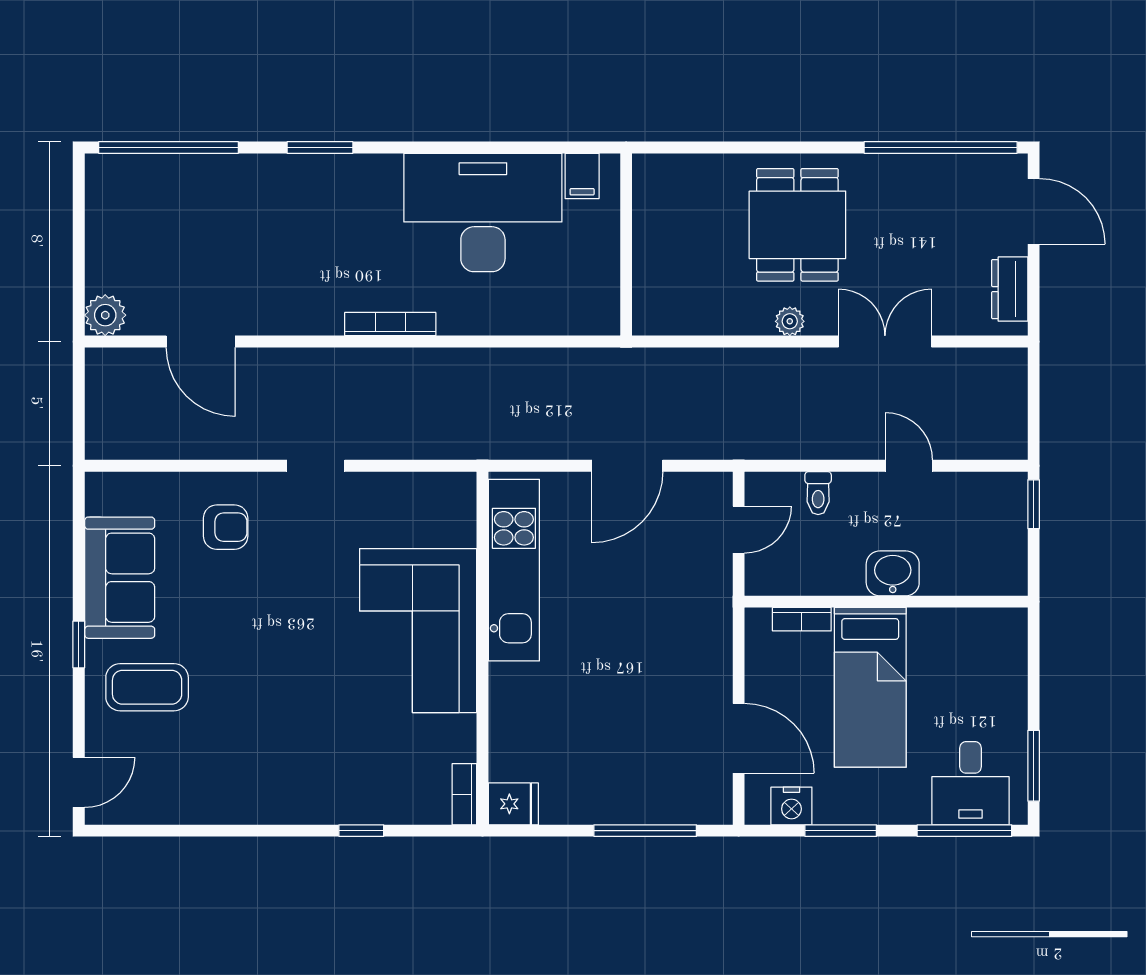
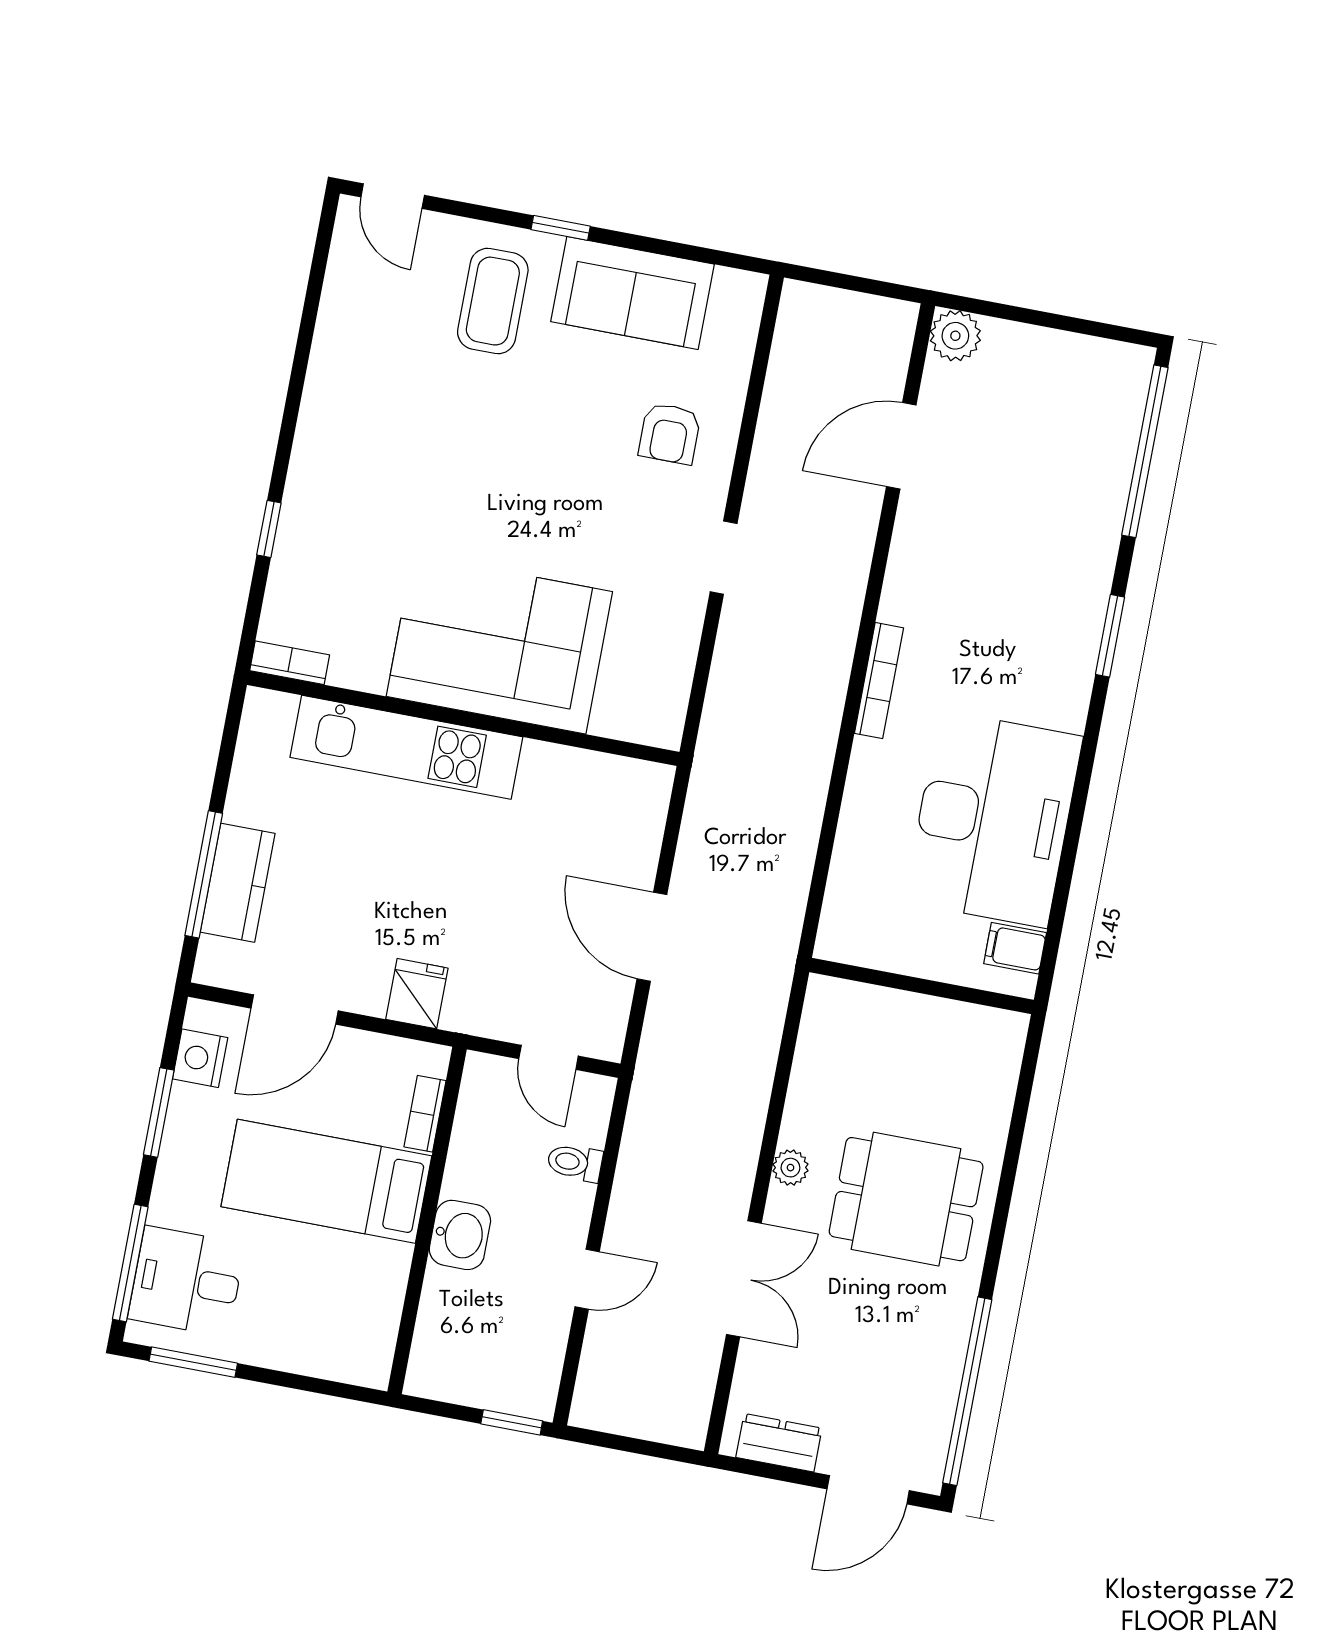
kitchen unit: (514, 570) -> (406, 747), moved
kitchen counter: (647, 802) -> (238, 883), added
fridge: (513, 804) -> (417, 994), moved, turned 180

